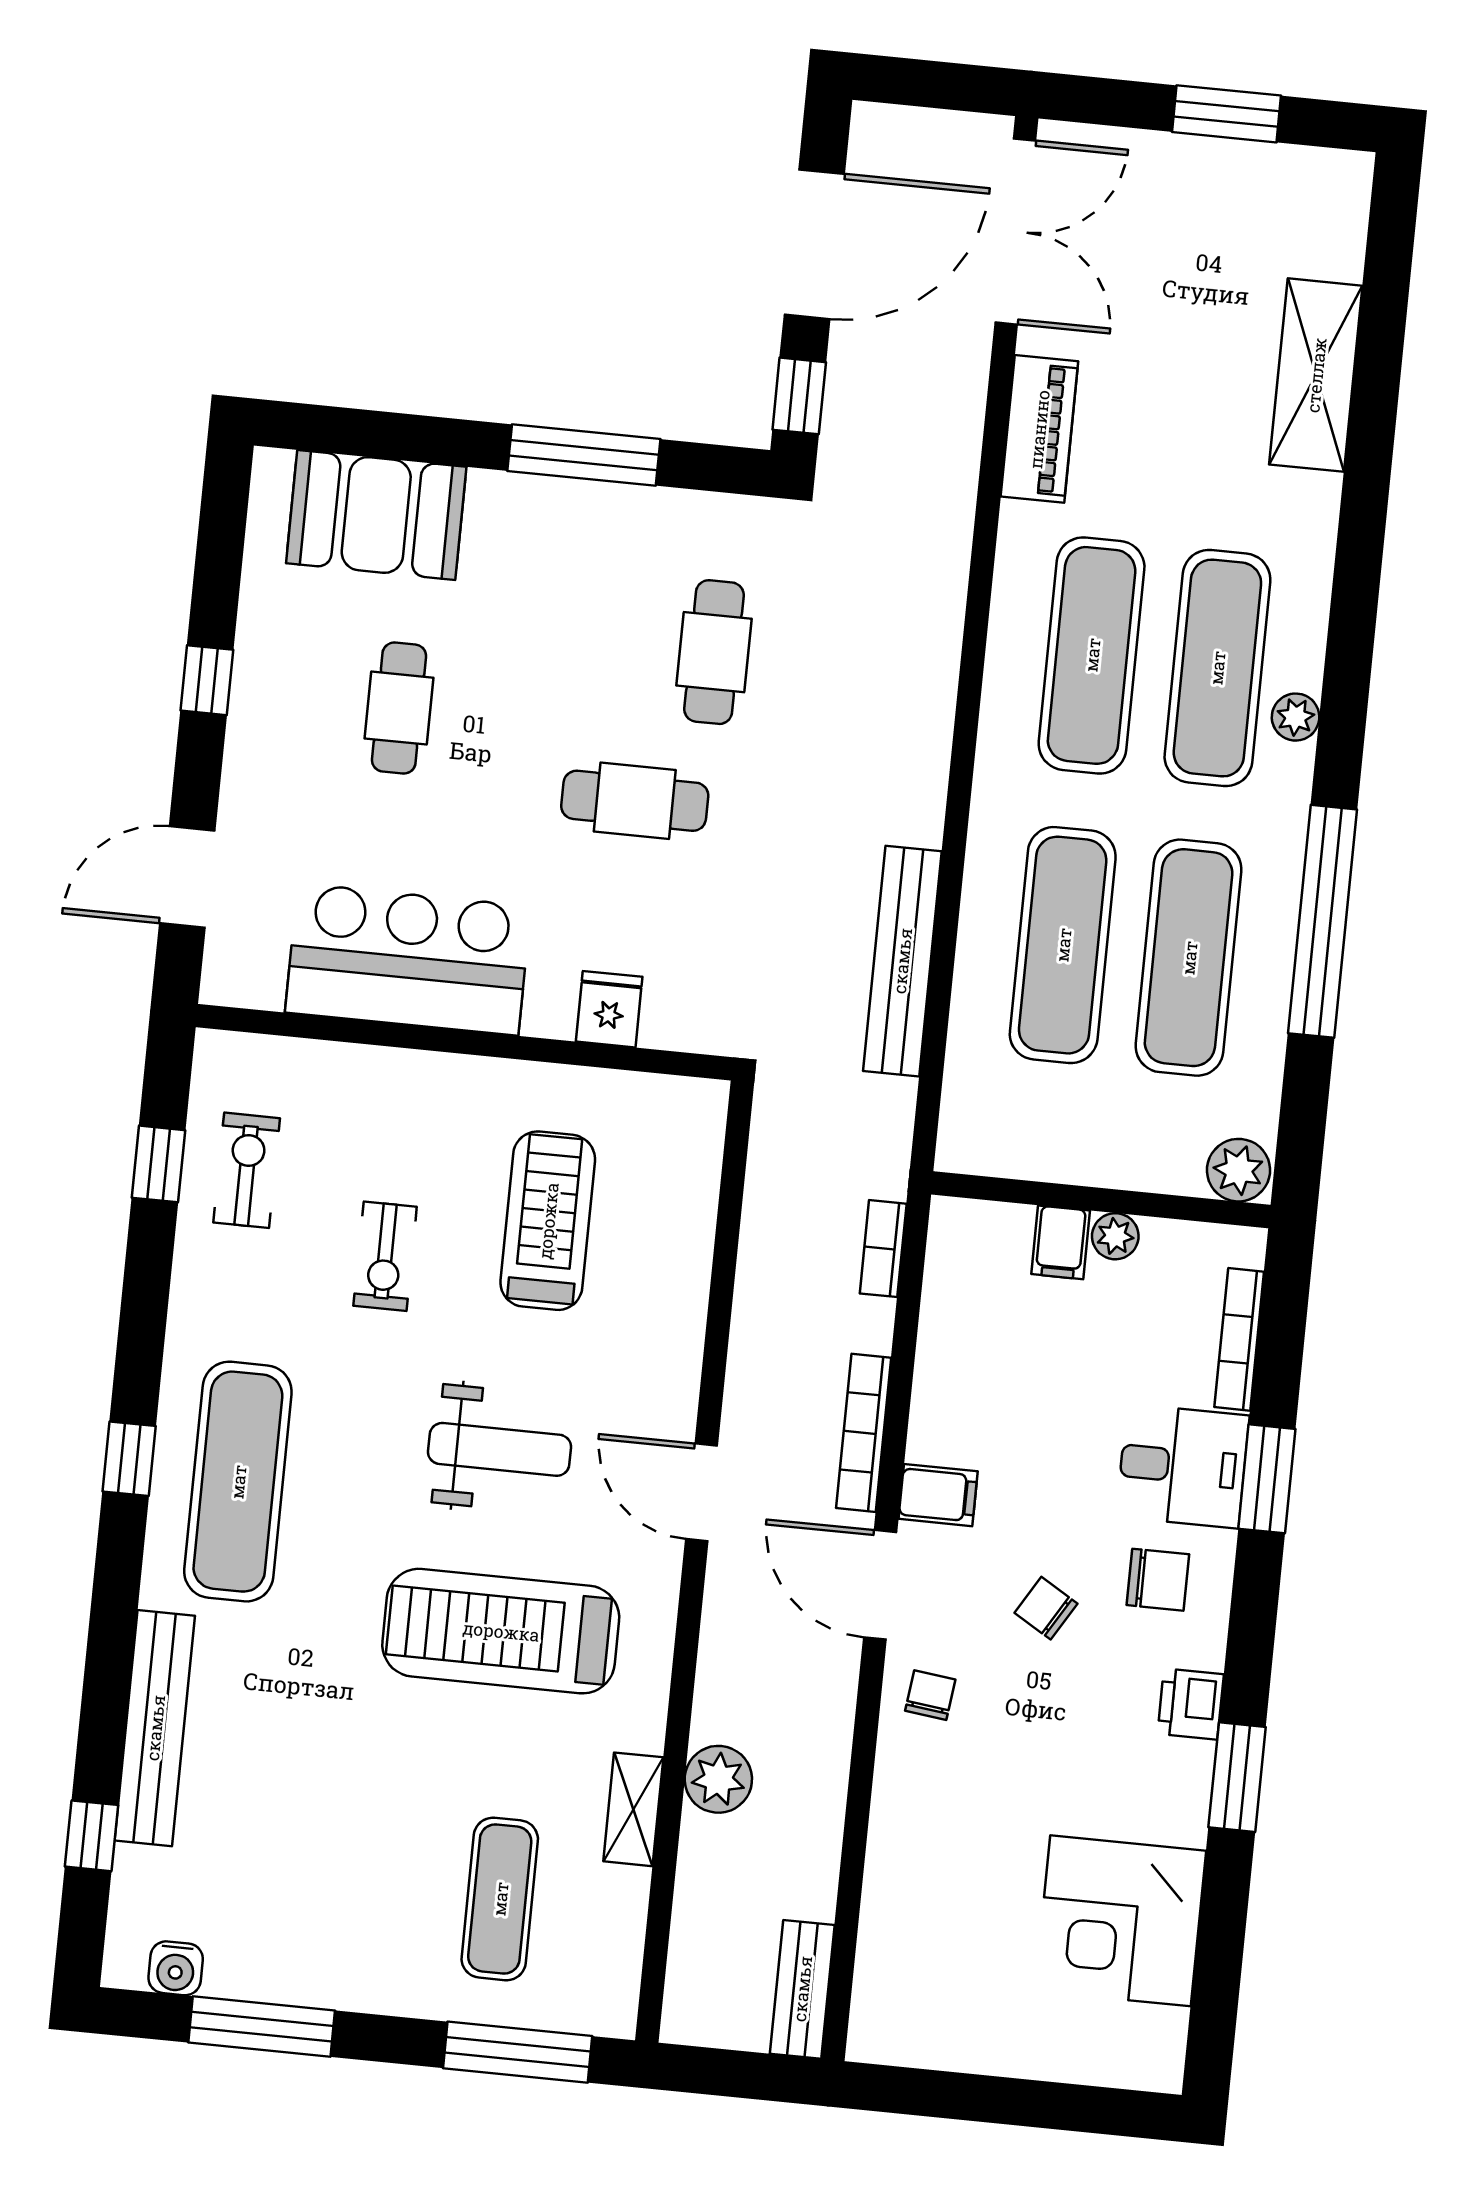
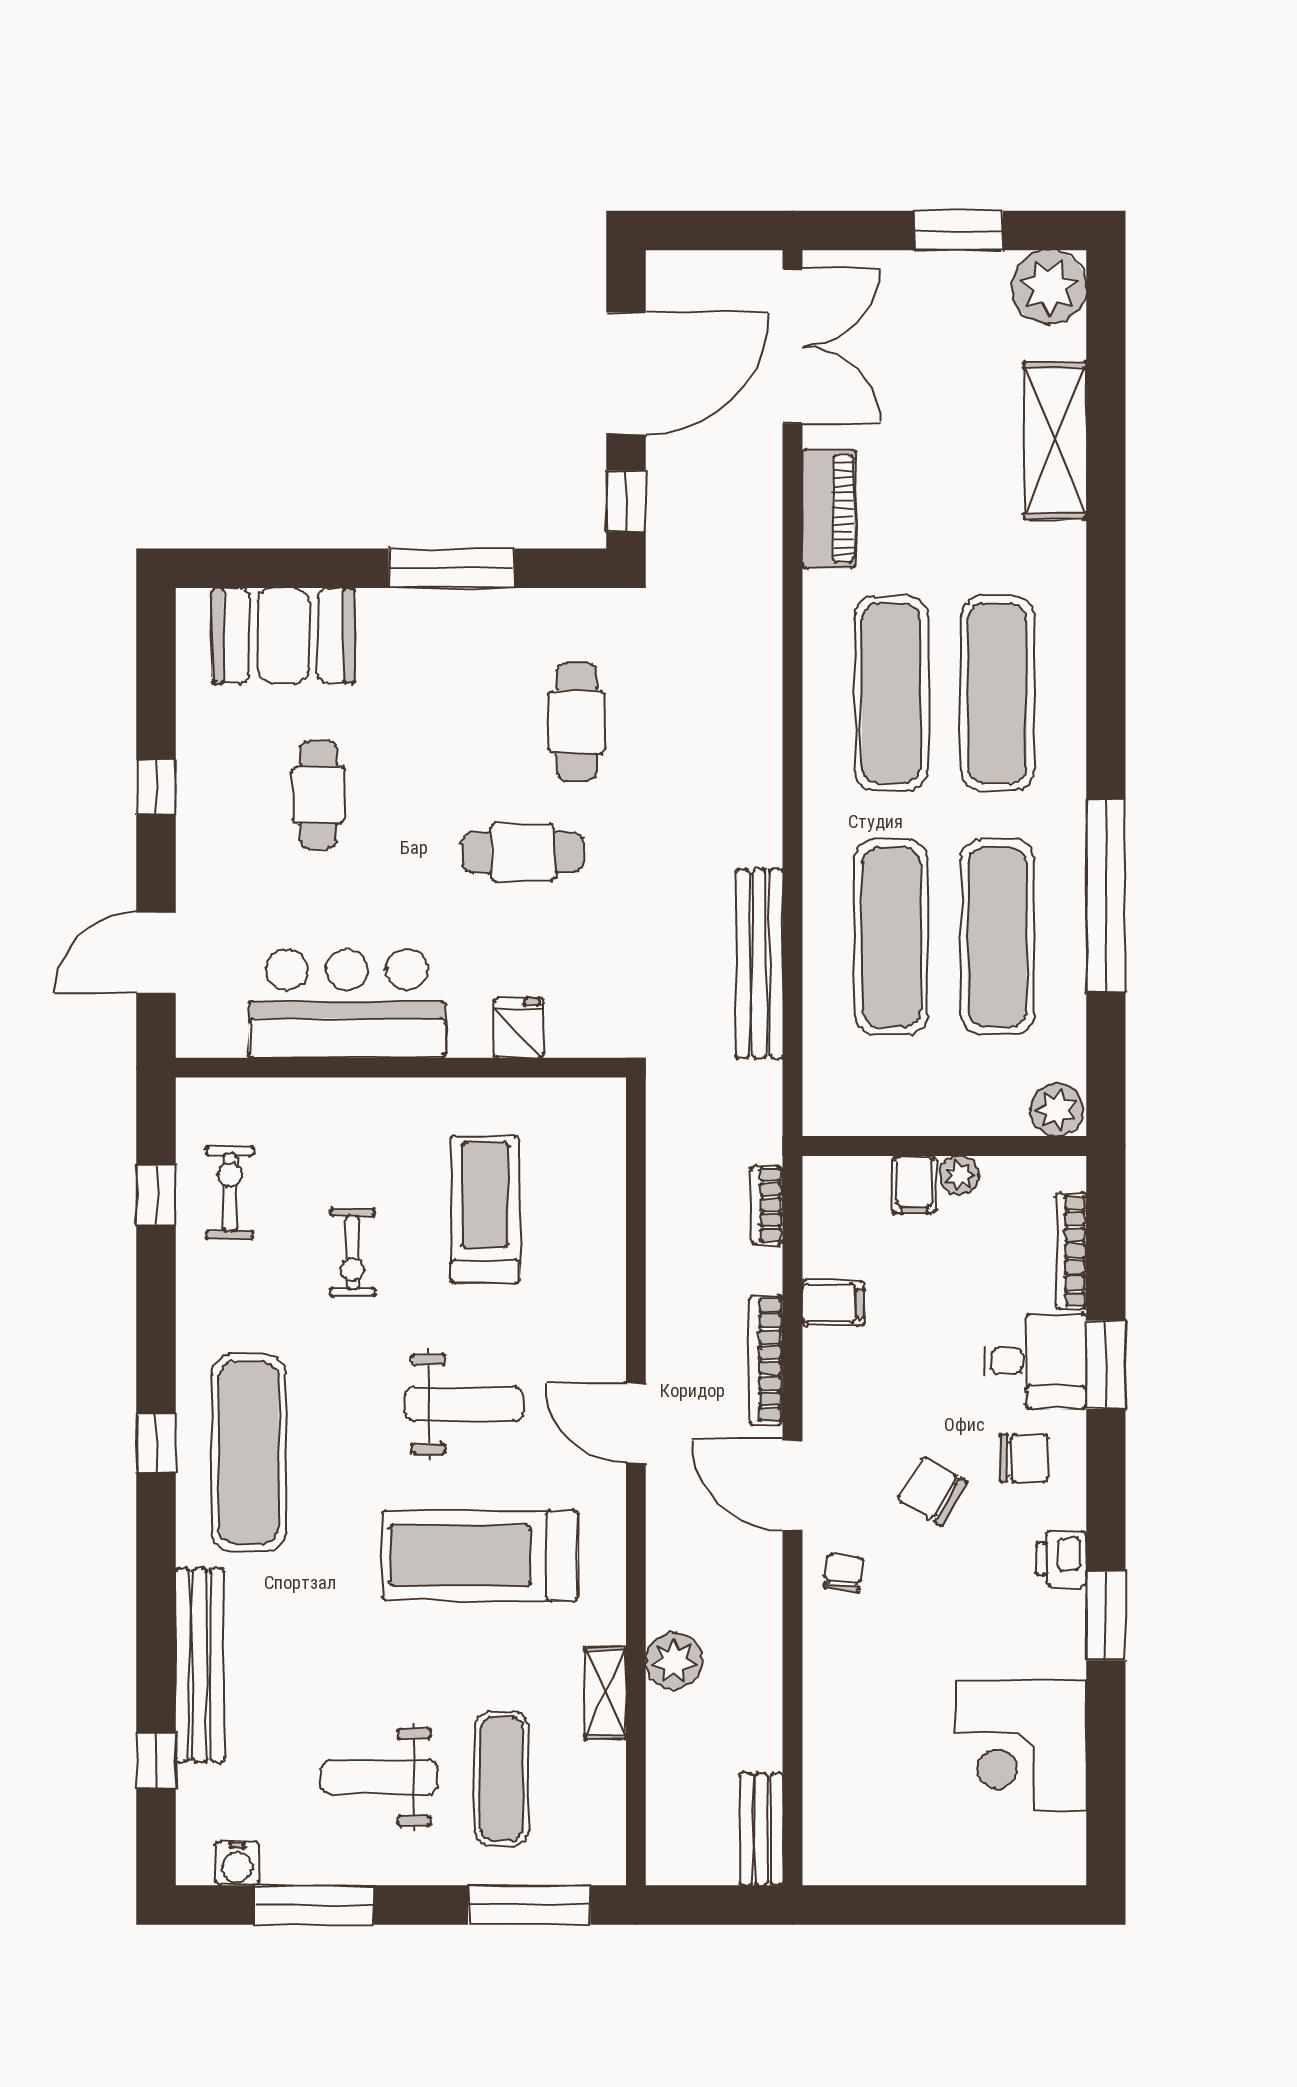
plant: (1296, 717) -> (1049, 287), moved, width x1.87, depth x1.87
filing cabinet: (938, 1495) -> (833, 1303), moved
chair: (1046, 1608) -> (933, 1491), width x1.37, depth x1.37
weight bench: (355, 1882) -> (379, 1777), added

